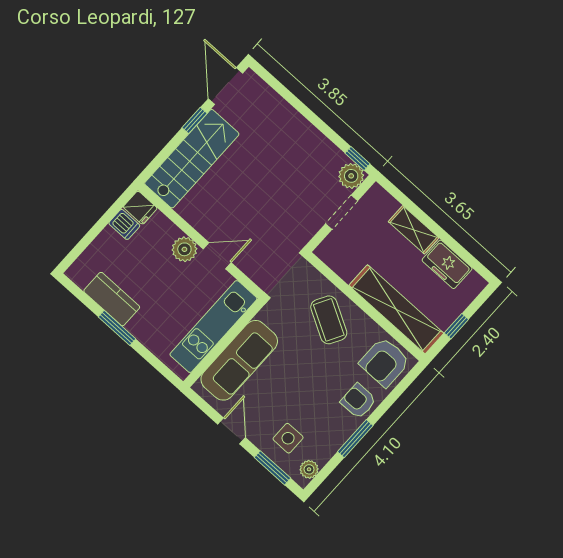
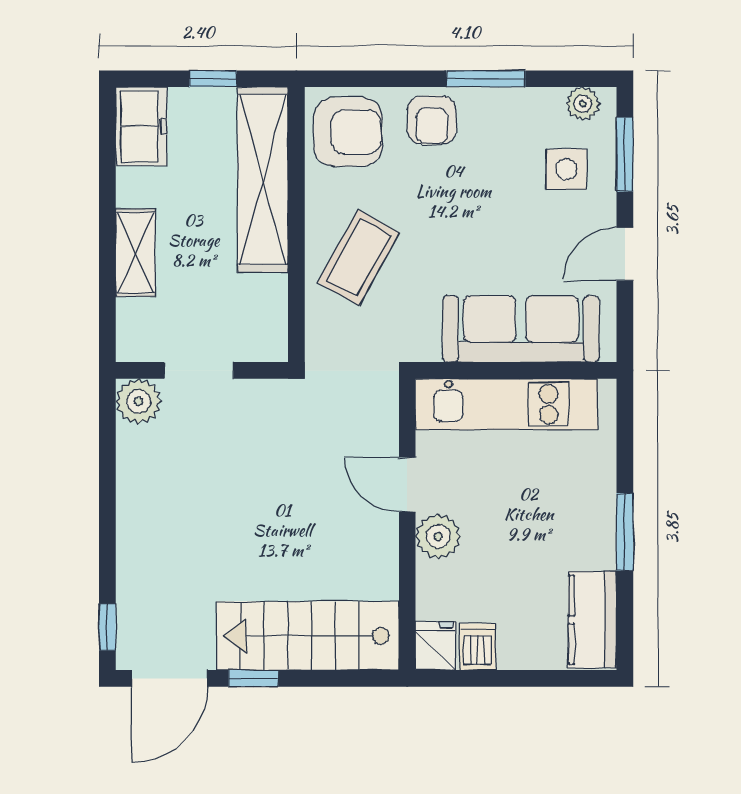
window: (358, 158) -> (107, 627), moved
freezer: (447, 264) -> (141, 126), moved
kitchen counter: (112, 299) -> (593, 620), moved

